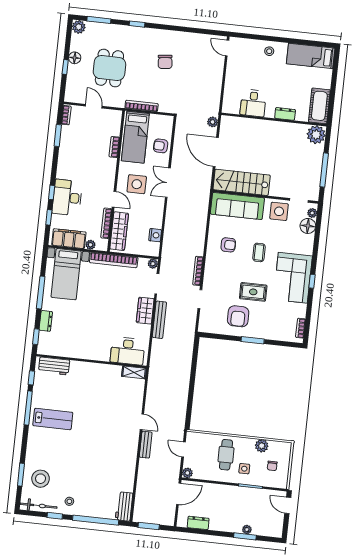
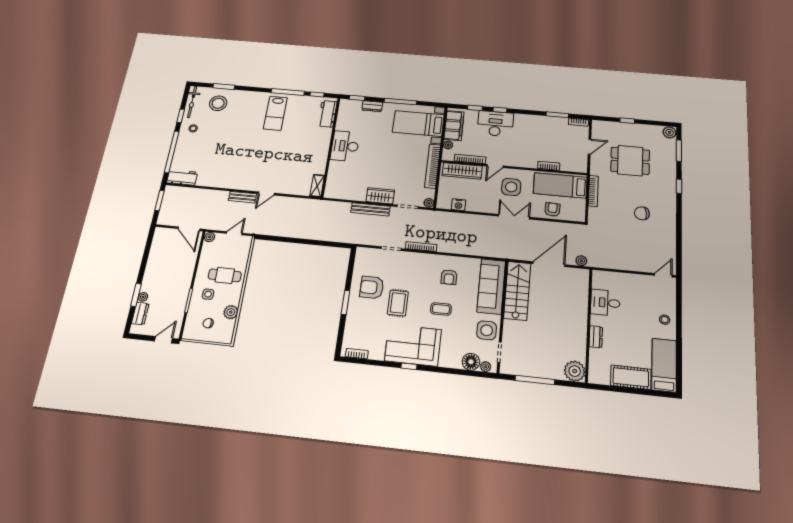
floor lamp: (75, 58) -> (637, 129), removed
cot: (319, 106) -> (631, 377), moved
desk: (128, 351) -> (345, 146), moved
dresser: (198, 523) -> (140, 314), moved

